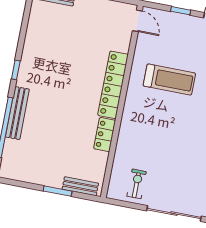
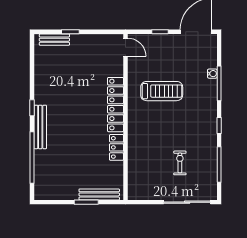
bench: (17, 113) -> (40, 127), moved
exercise bike: (137, 184) -> (180, 163), moved
bench: (80, 186) -> (99, 194), width x1.36

